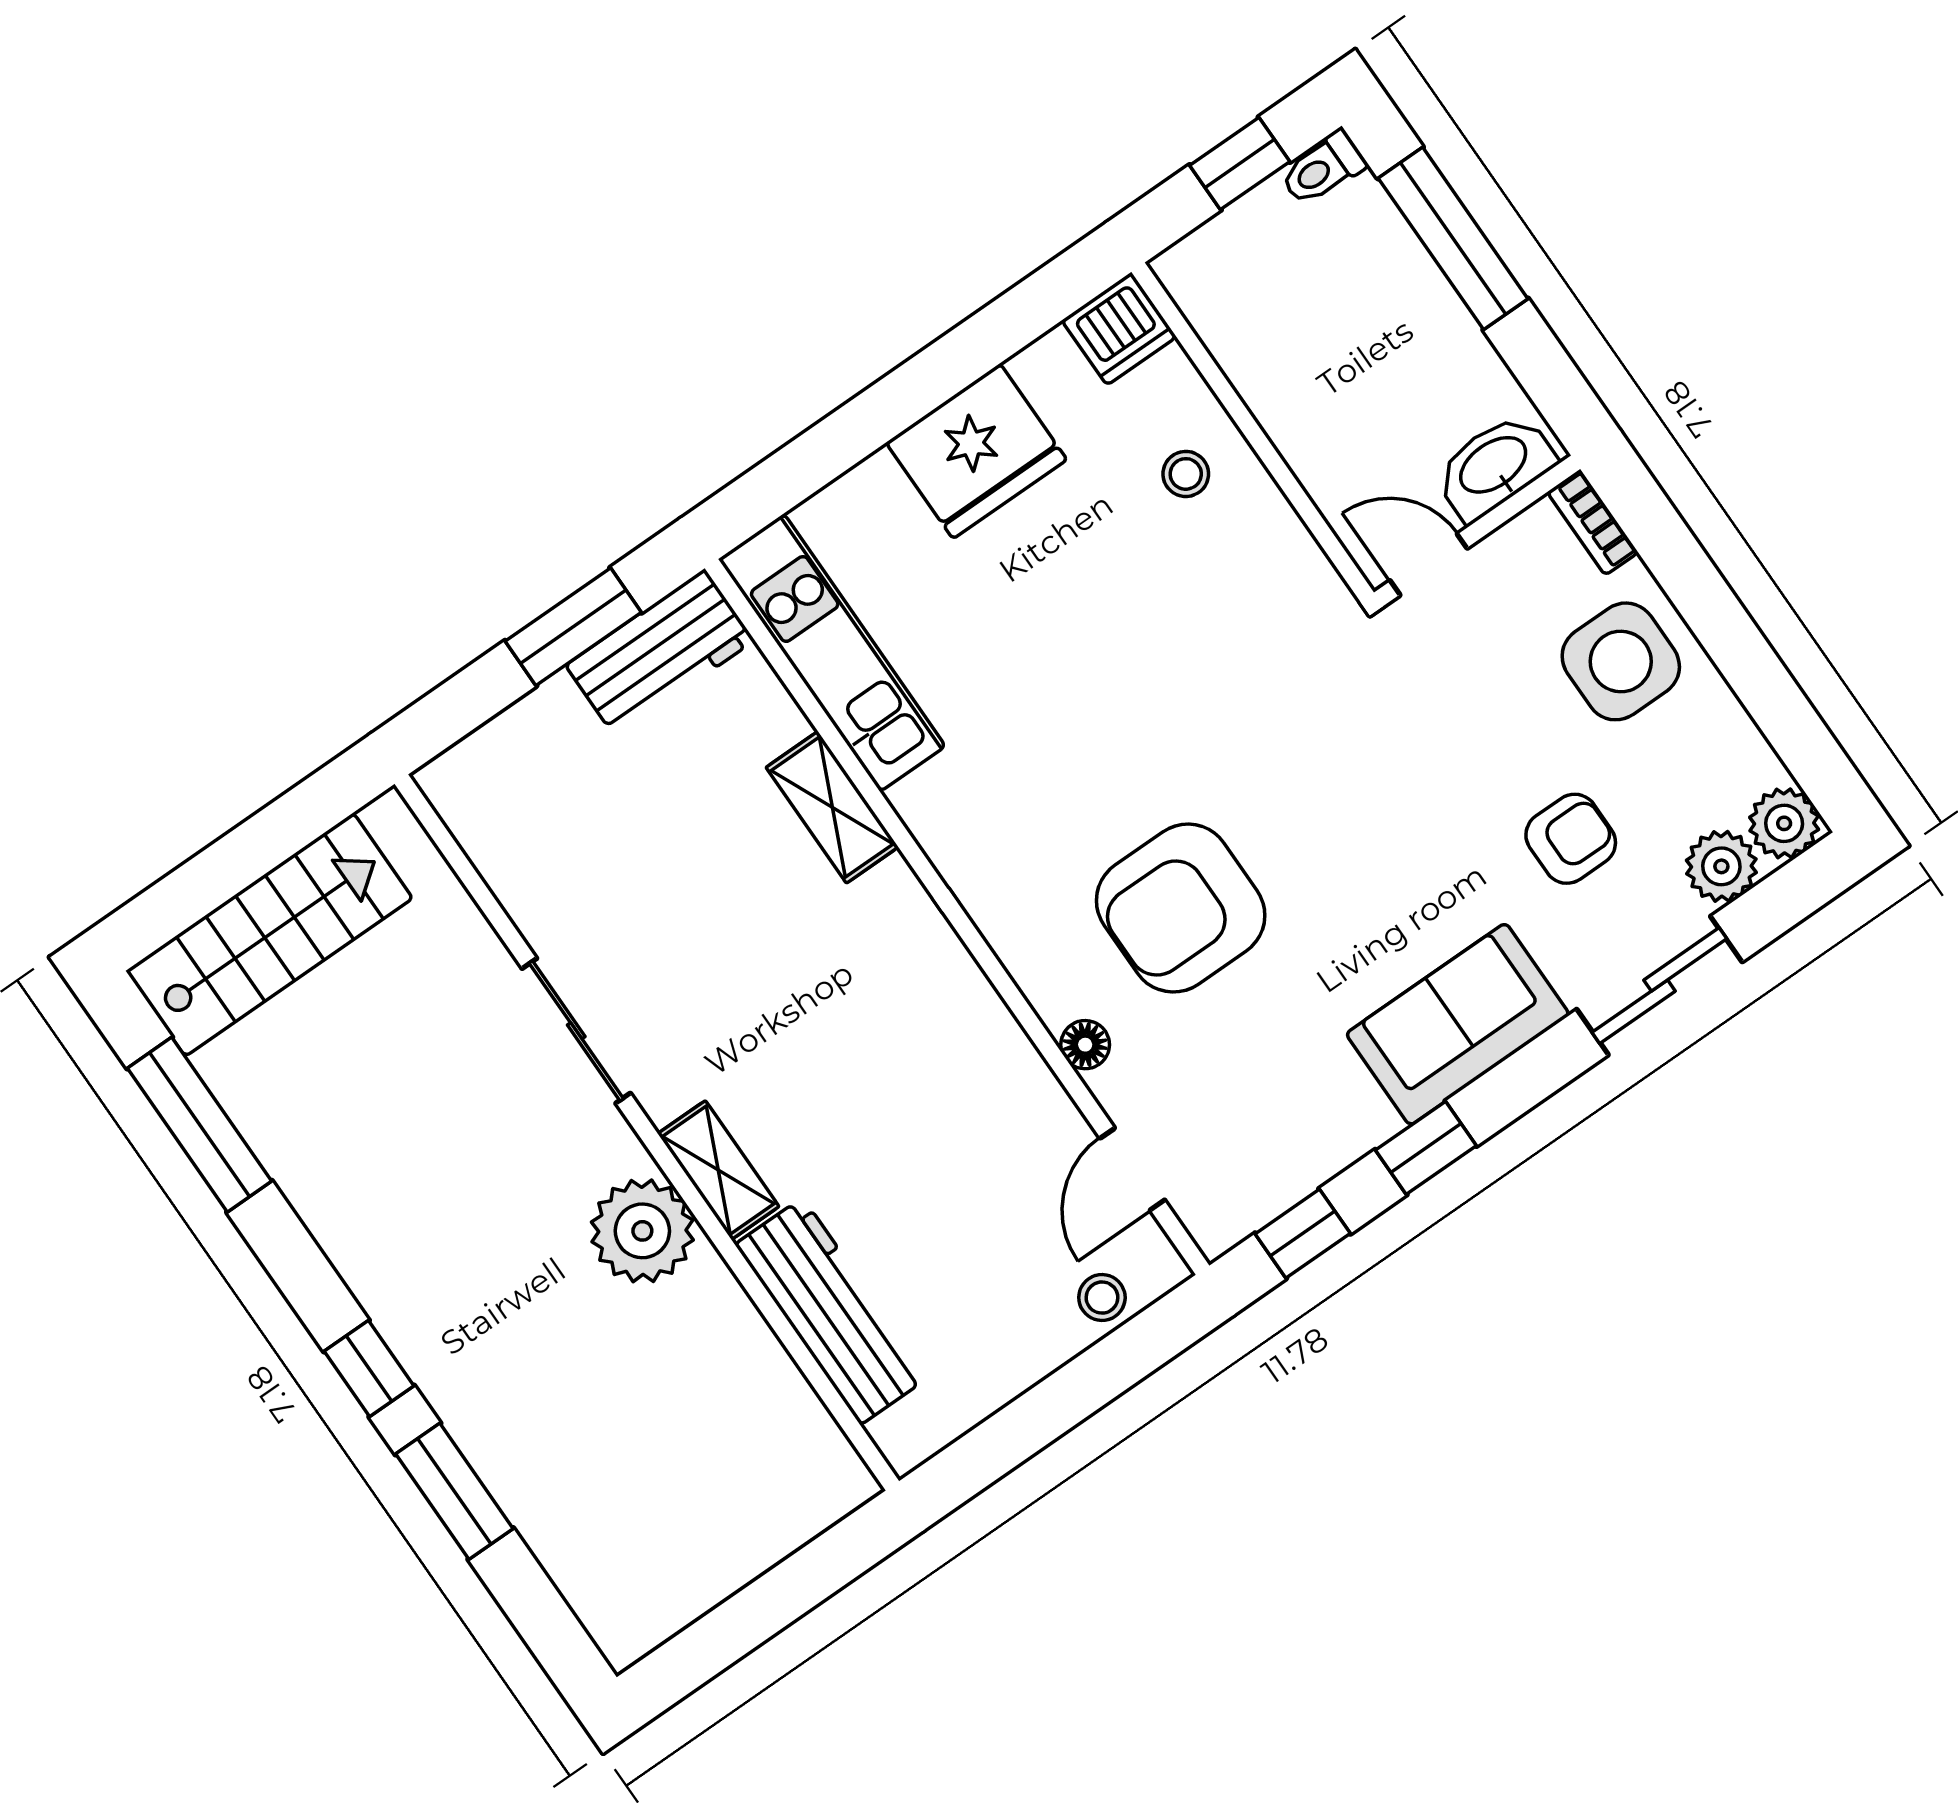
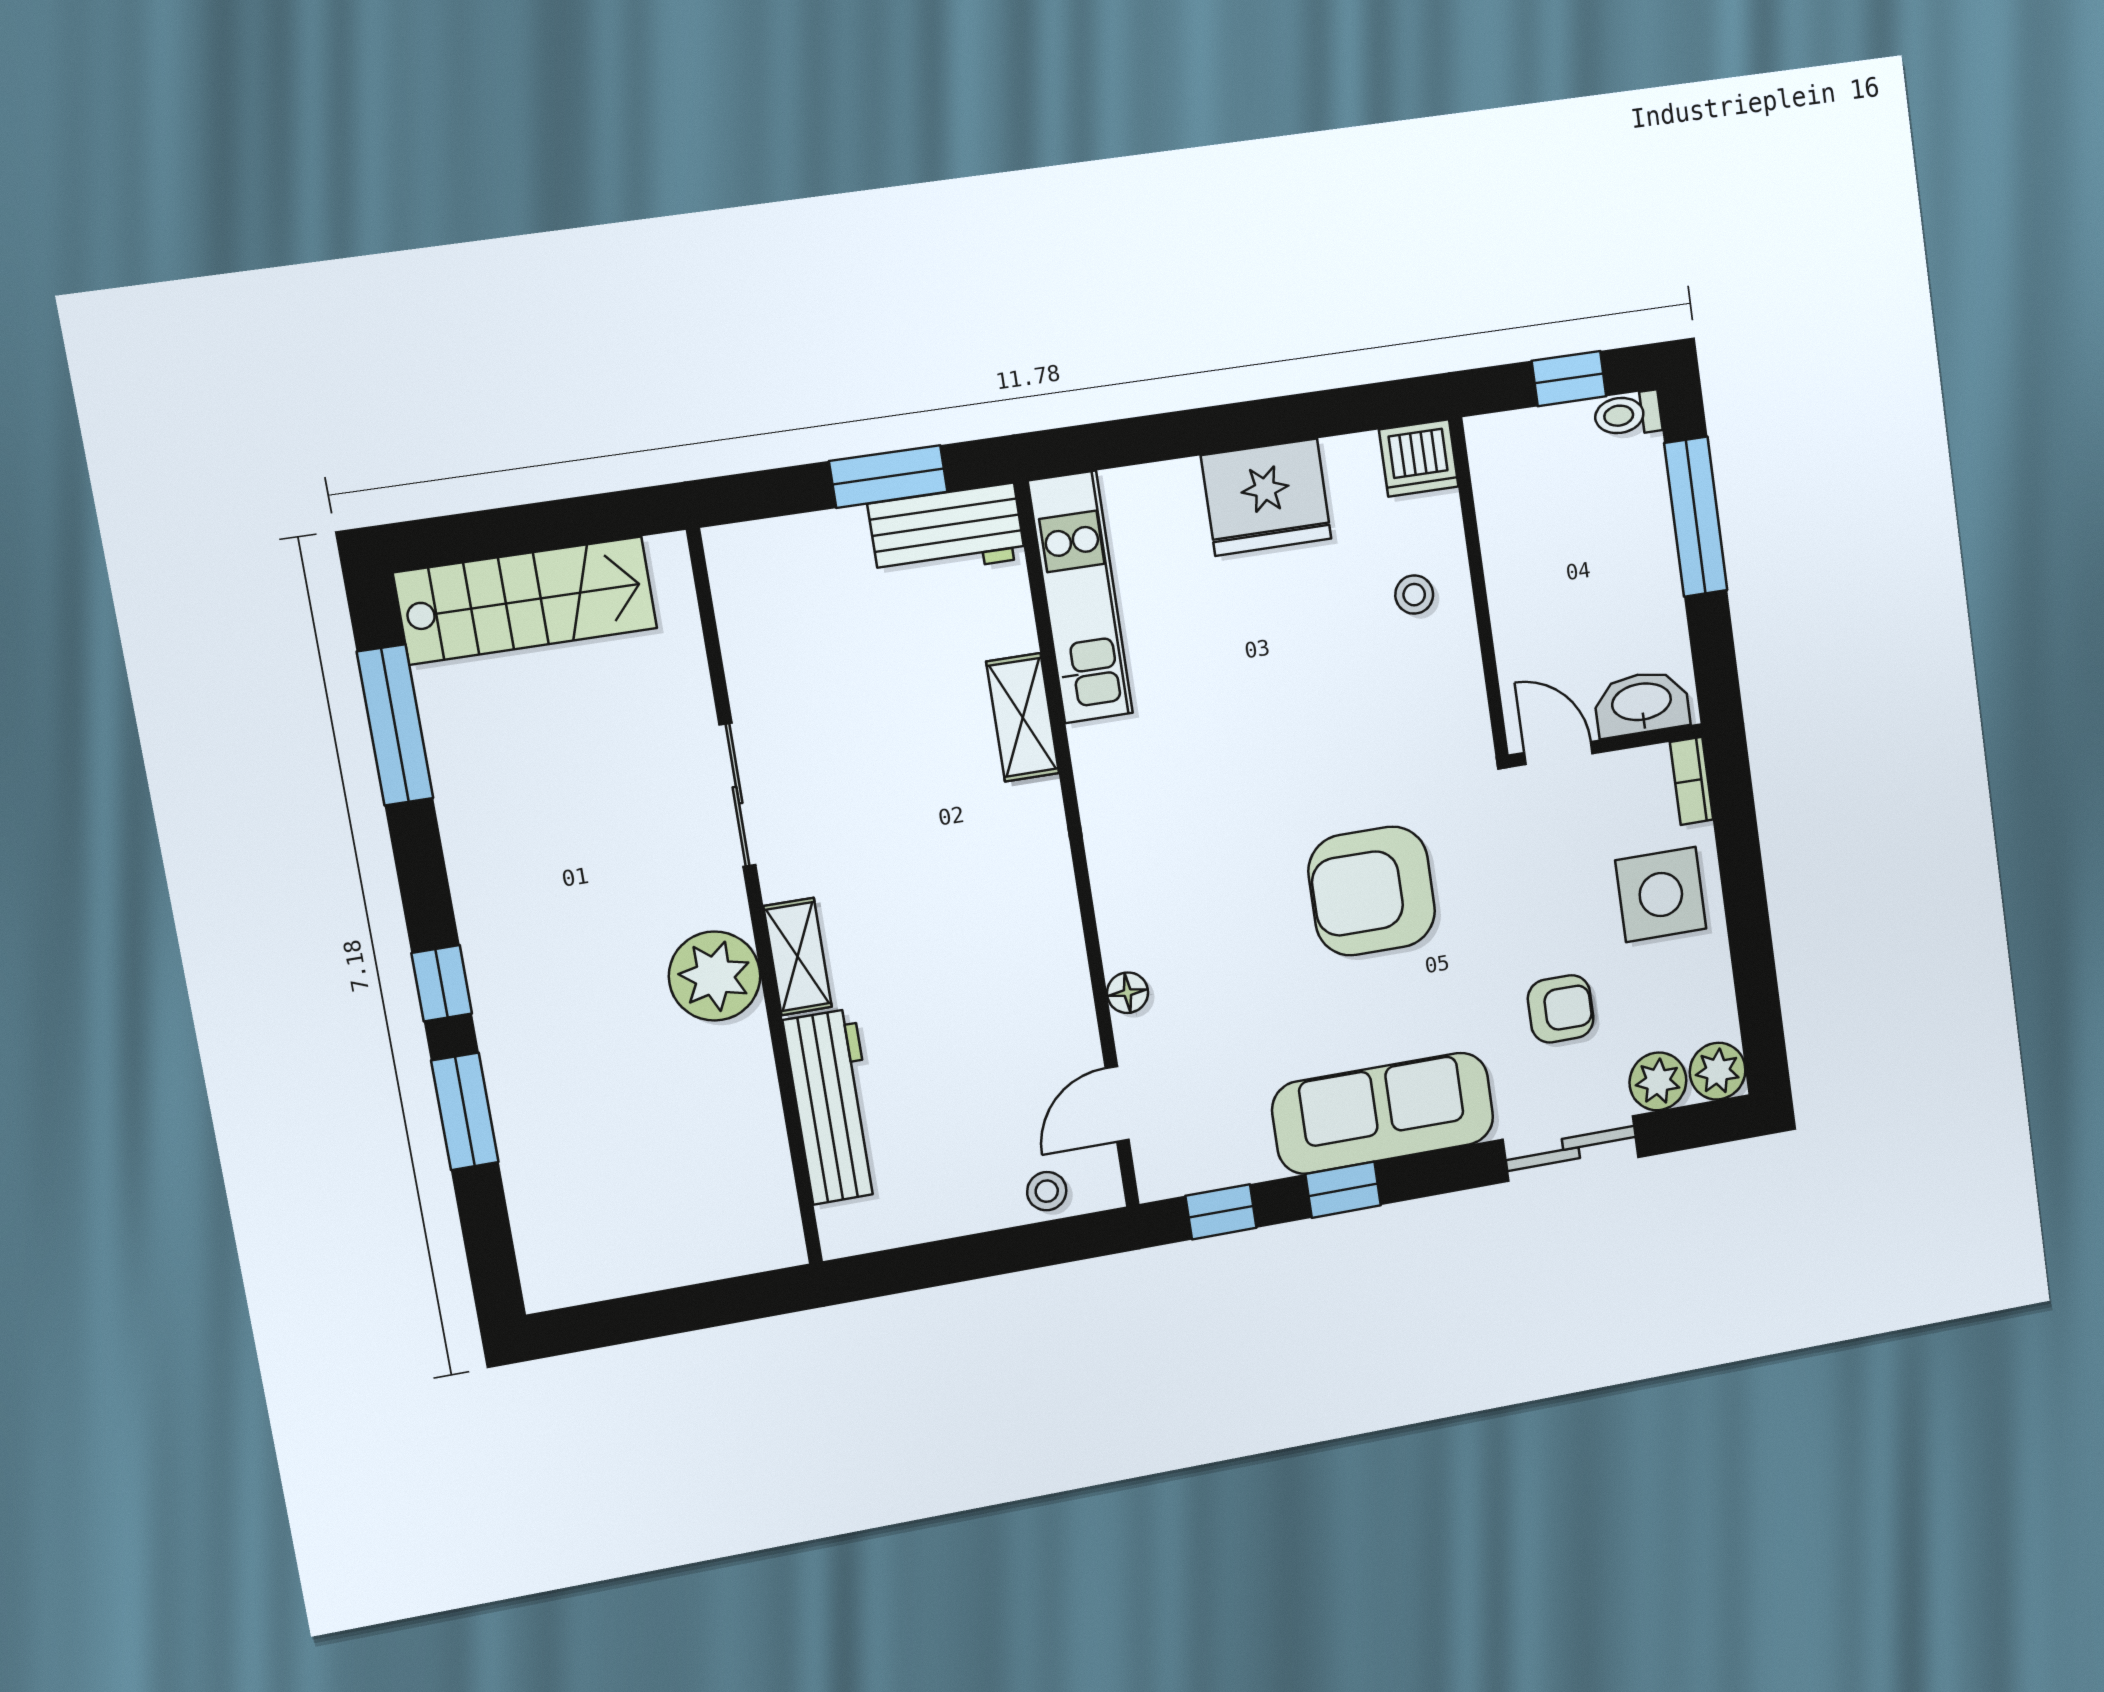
armchair: (1181, 908) -> (1372, 891), moved
sofa: (1458, 1024) -> (1383, 1113), width x1.36

